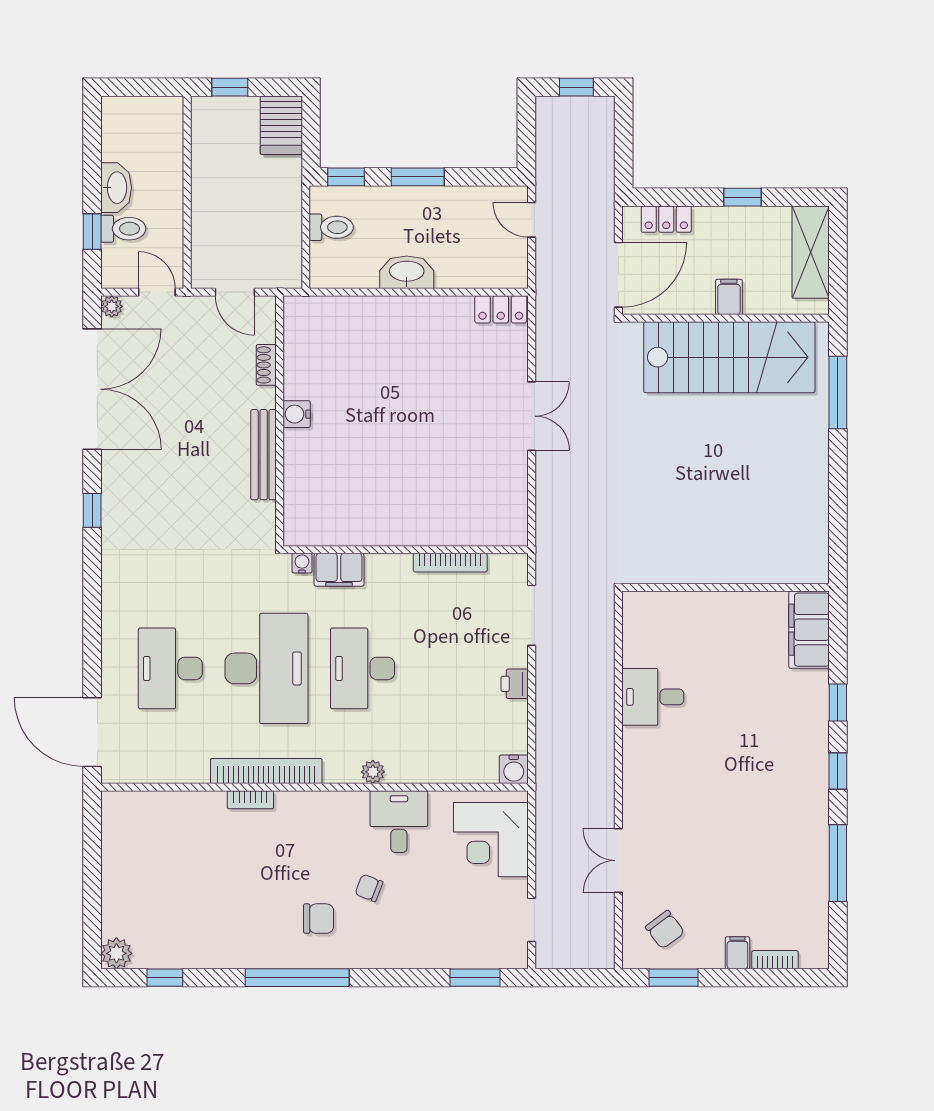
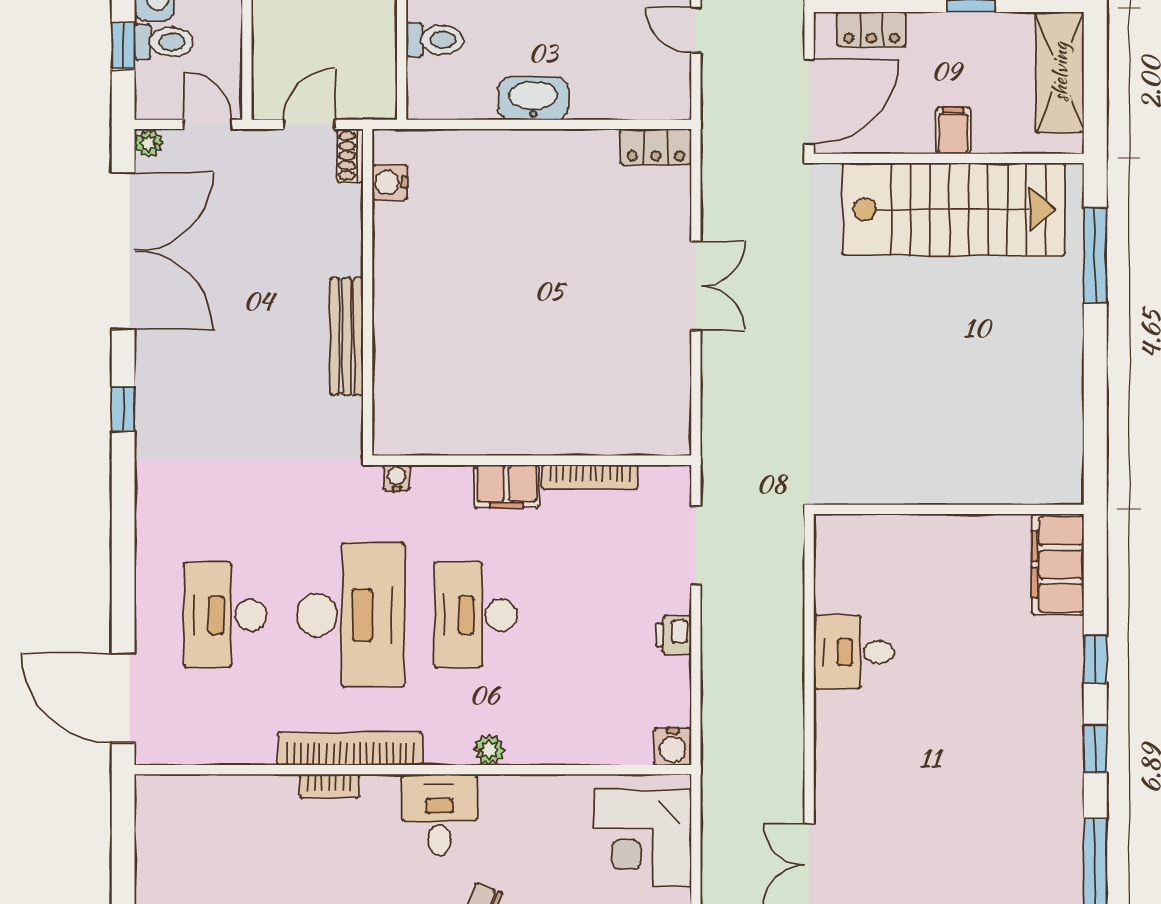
door: (235, 292) -> (309, 124), swing flipped
shoe rack: (266, 365) -> (350, 156), moved
water cooler: (297, 414) -> (390, 182), moved
filing cabinet: (339, 570) -> (507, 486), moved
desk: (399, 822) -> (439, 815), moved

